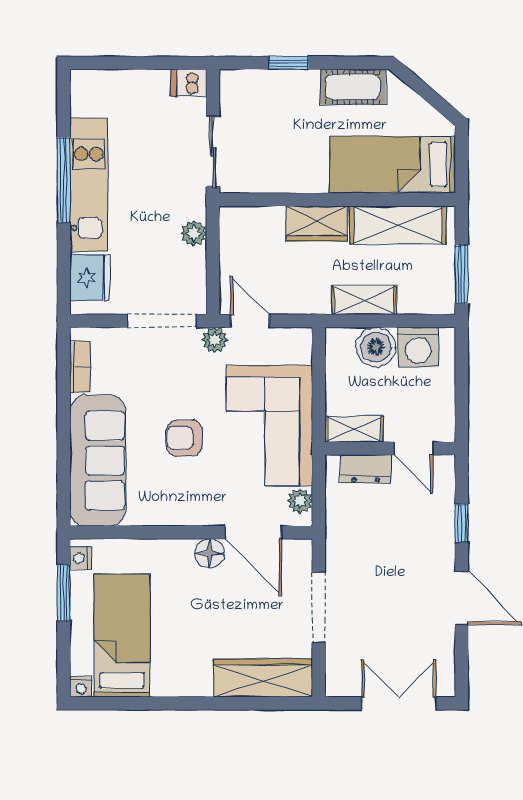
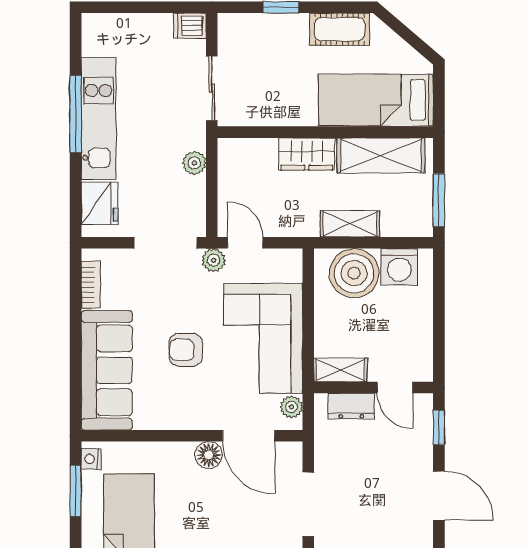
boiler: (376, 347) -> (354, 273), width x1.37, depth x1.37
shelving: (354, 429) -> (341, 370), moved
wall: (390, 448) -> (374, 388), moved
door: (413, 448) -> (395, 388), moved
dresser: (366, 469) -> (351, 406), moved

